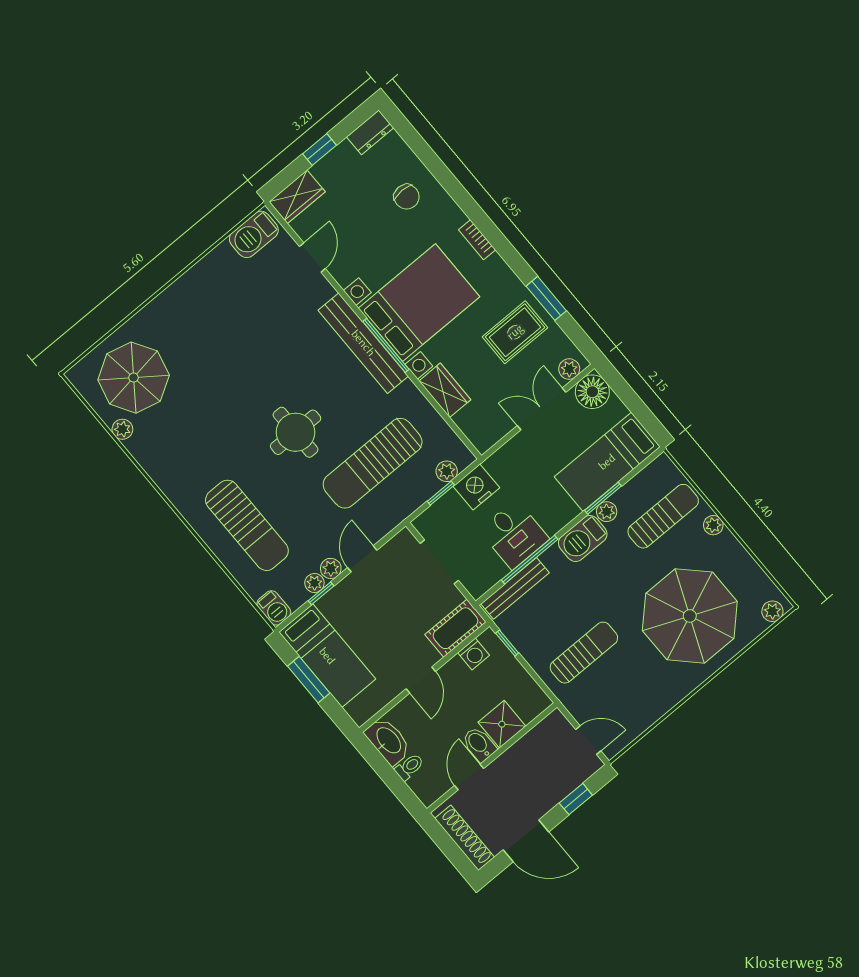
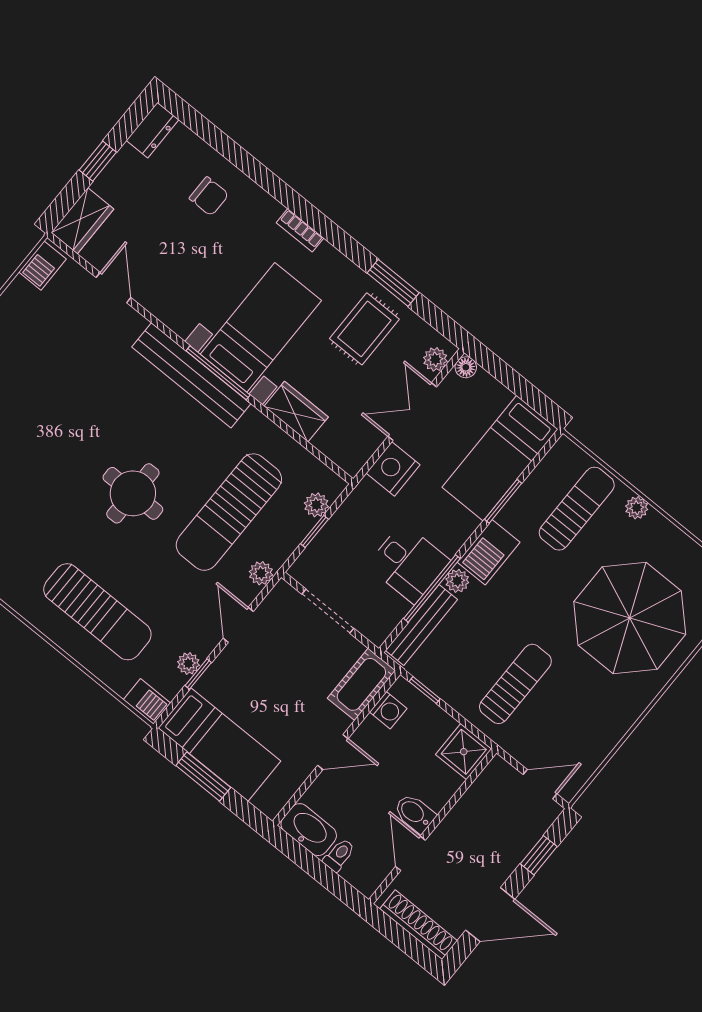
barbecue: (254, 234) -> (42, 266), width x0.73, depth x0.79
bed with nightstands: (419, 303) -> (261, 327), width x0.73
floor lamp: (592, 392) -> (466, 367), width x0.53, depth x0.53
nightstand: (476, 487) -> (393, 469), moved
plant: (607, 512) -> (457, 581), moved
plant: (331, 568) -> (261, 573), moved
door: (421, 680) -> (333, 752), hinge flipped
shower: (502, 724) -> (464, 752), moved

